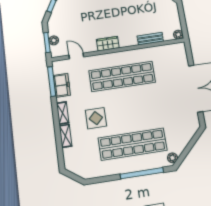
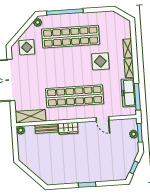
wardrobe: (108, 44) -> (68, 128), moved
shelving: (169, 50) -> (30, 116), added
door: (76, 56) -> (102, 119), moved
freezer: (62, 85) -> (129, 93), width x1.40
display table: (182, 128) -> (27, 47), added

